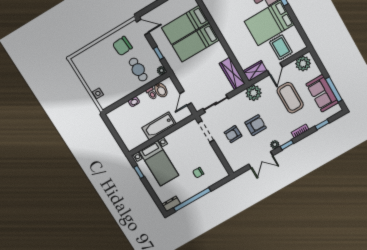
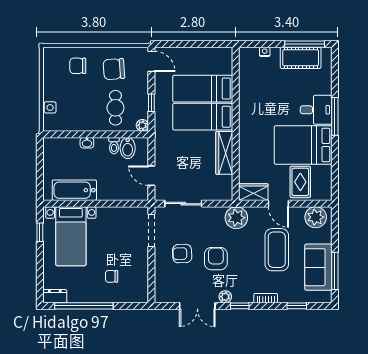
chair: (99, 57) -> (78, 66), added
door: (275, 69) -> (278, 204), hinge flipped
wardrobe: (232, 74) -> (224, 153), moved
door: (186, 98) -> (151, 176), hinge flipped
armchair: (256, 125) -> (216, 259), turned -90
bathtub: (159, 126) -> (74, 190), moved

